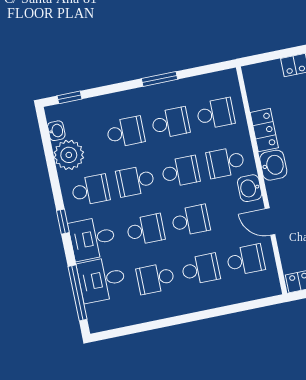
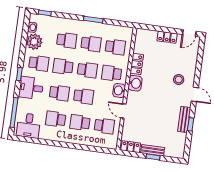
school desk: (201, 269) -> (80, 123), turned 180
desk: (102, 280) -> (29, 126), moved, turned -90

